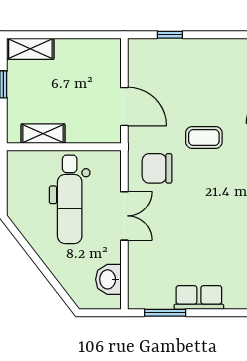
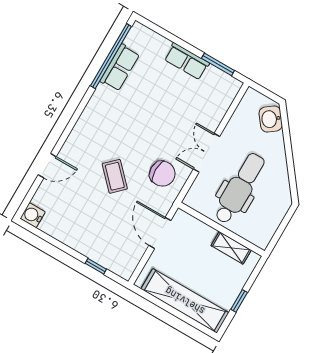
shelving: (30, 49) -> (185, 301), width x2.20, depth x1.33
coffee table: (204, 137) -> (115, 176), turned 46
washbasin: (108, 279) -> (271, 119), moved, turned 142

